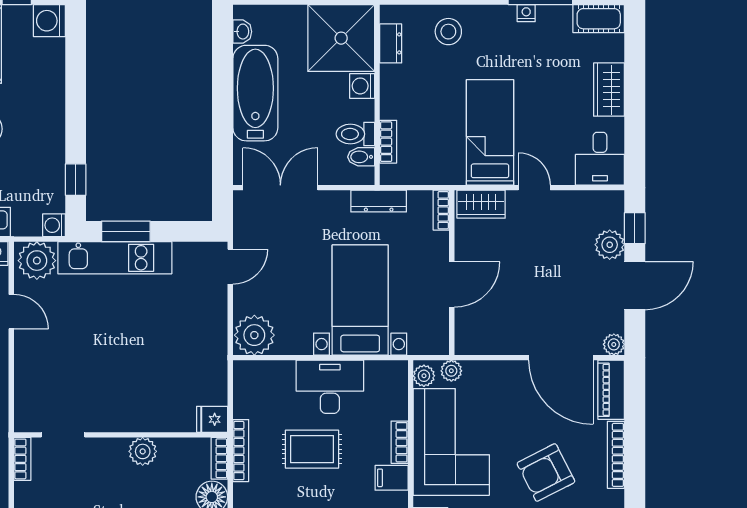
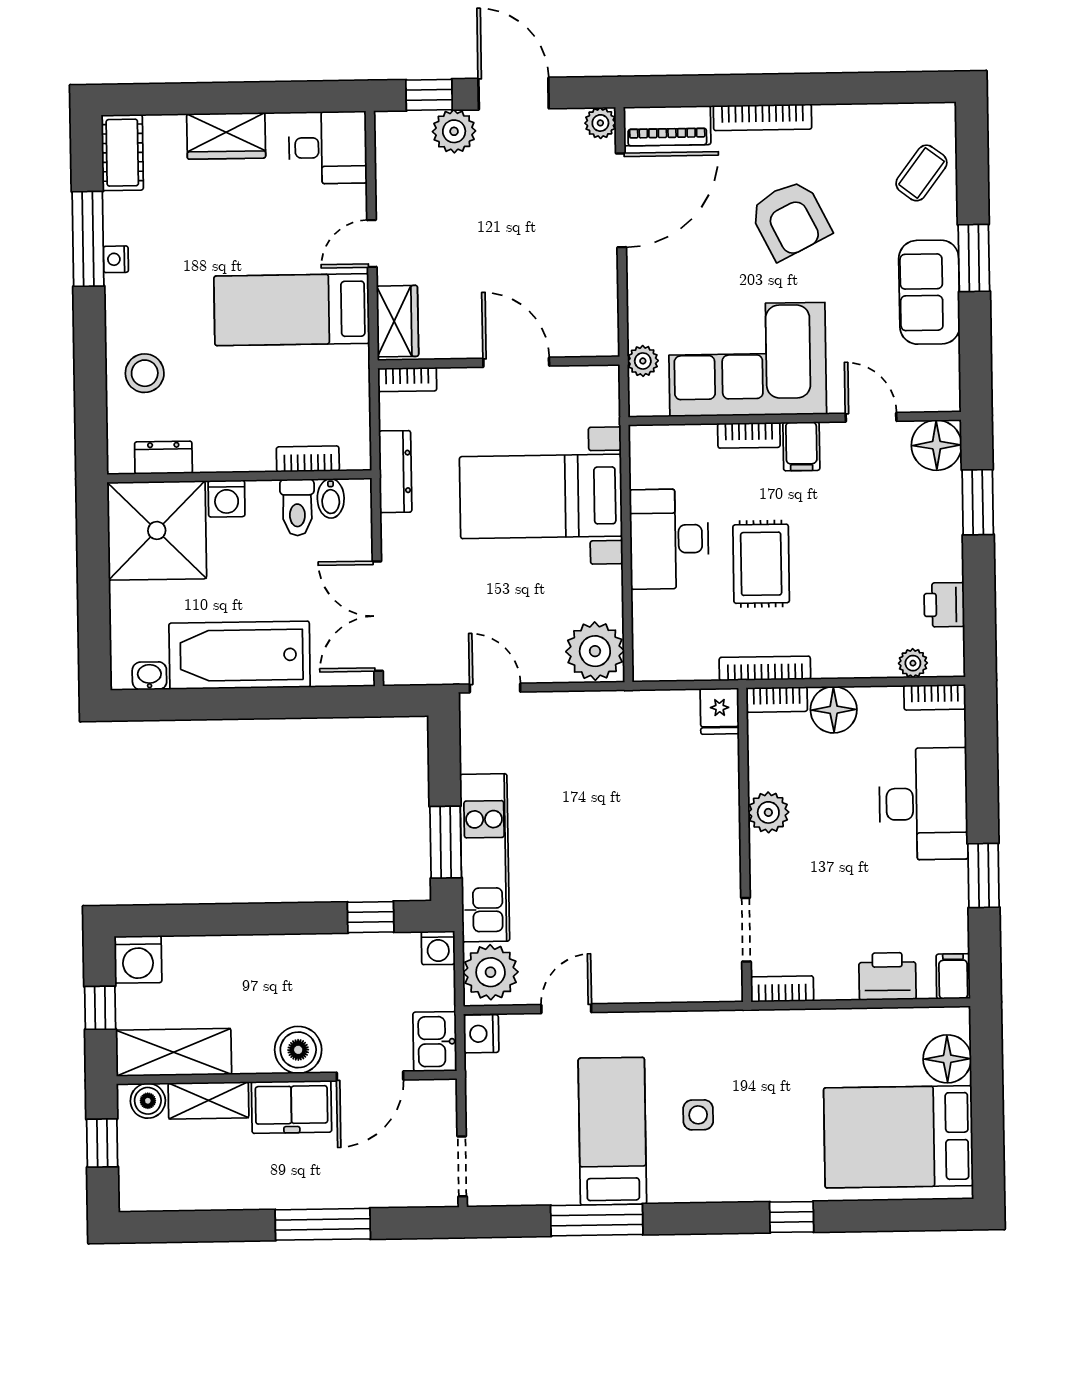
plant: (424, 376) -> (651, 401), removed

